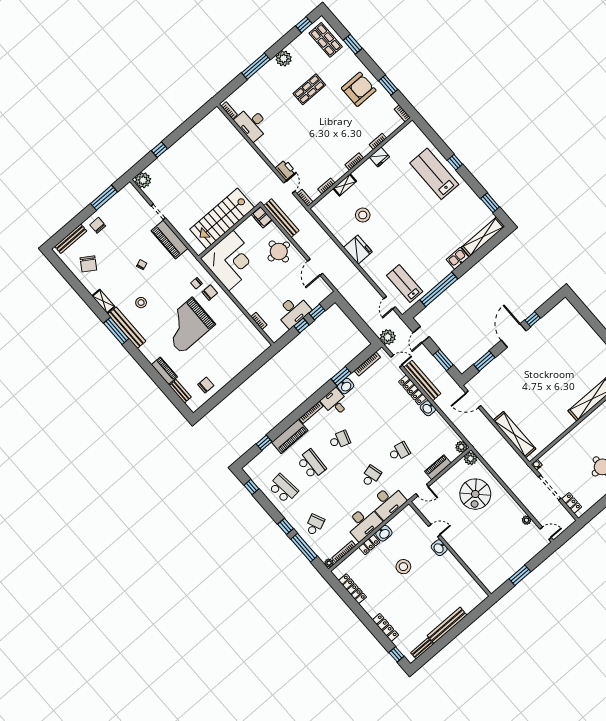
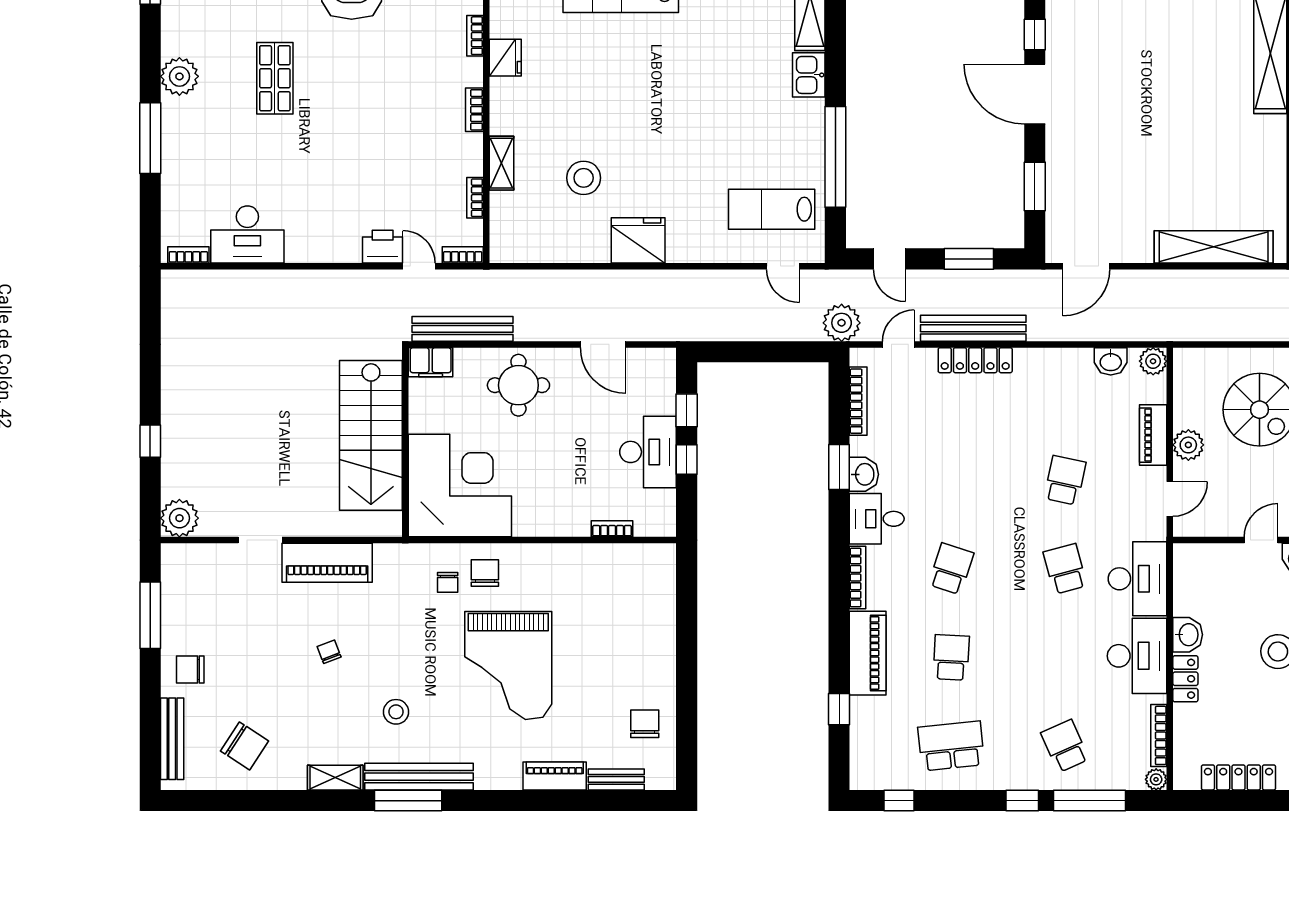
washbasin: (428, 408) -> (1111, 361), moved
plant: (471, 459) -> (1188, 445), moved
school desk: (311, 464) -> (951, 657), width x0.54

